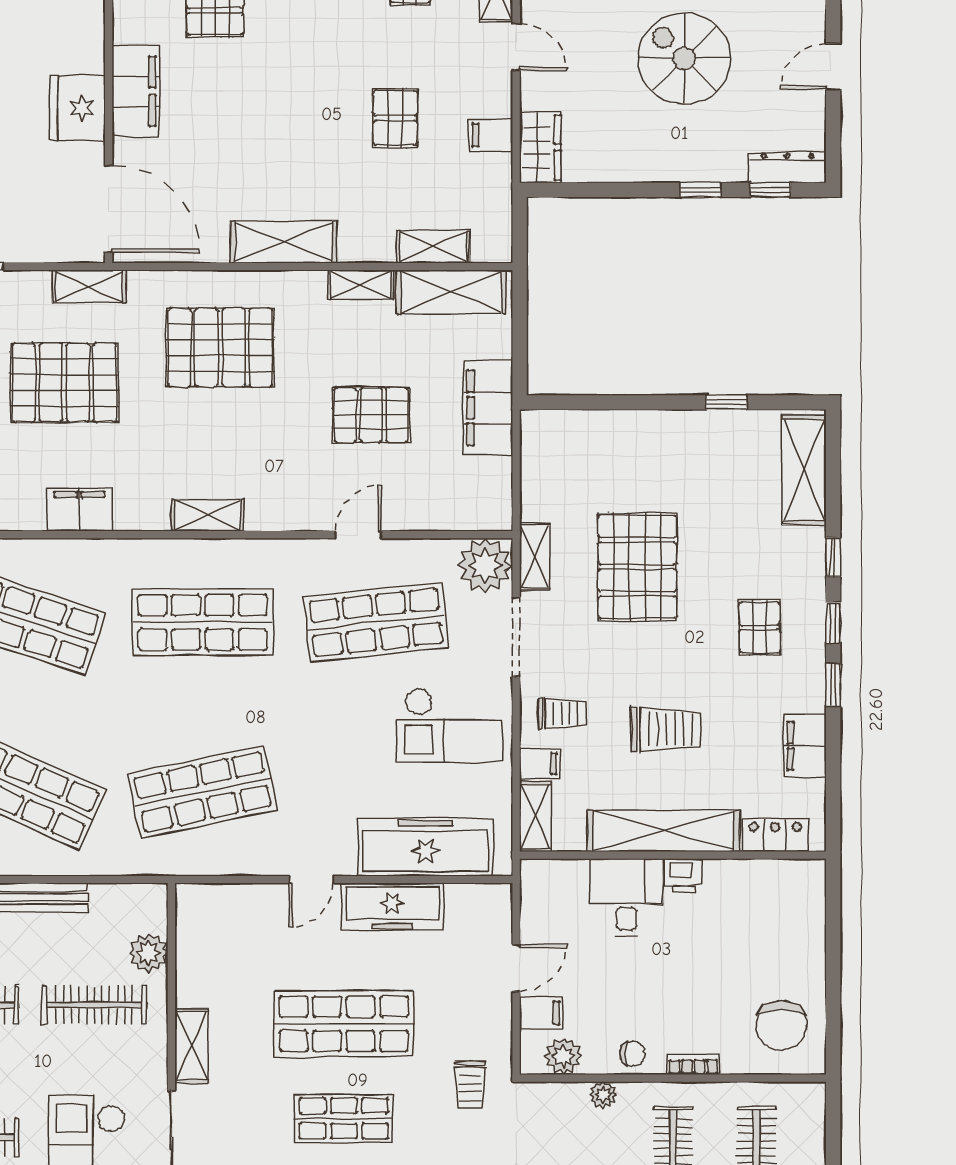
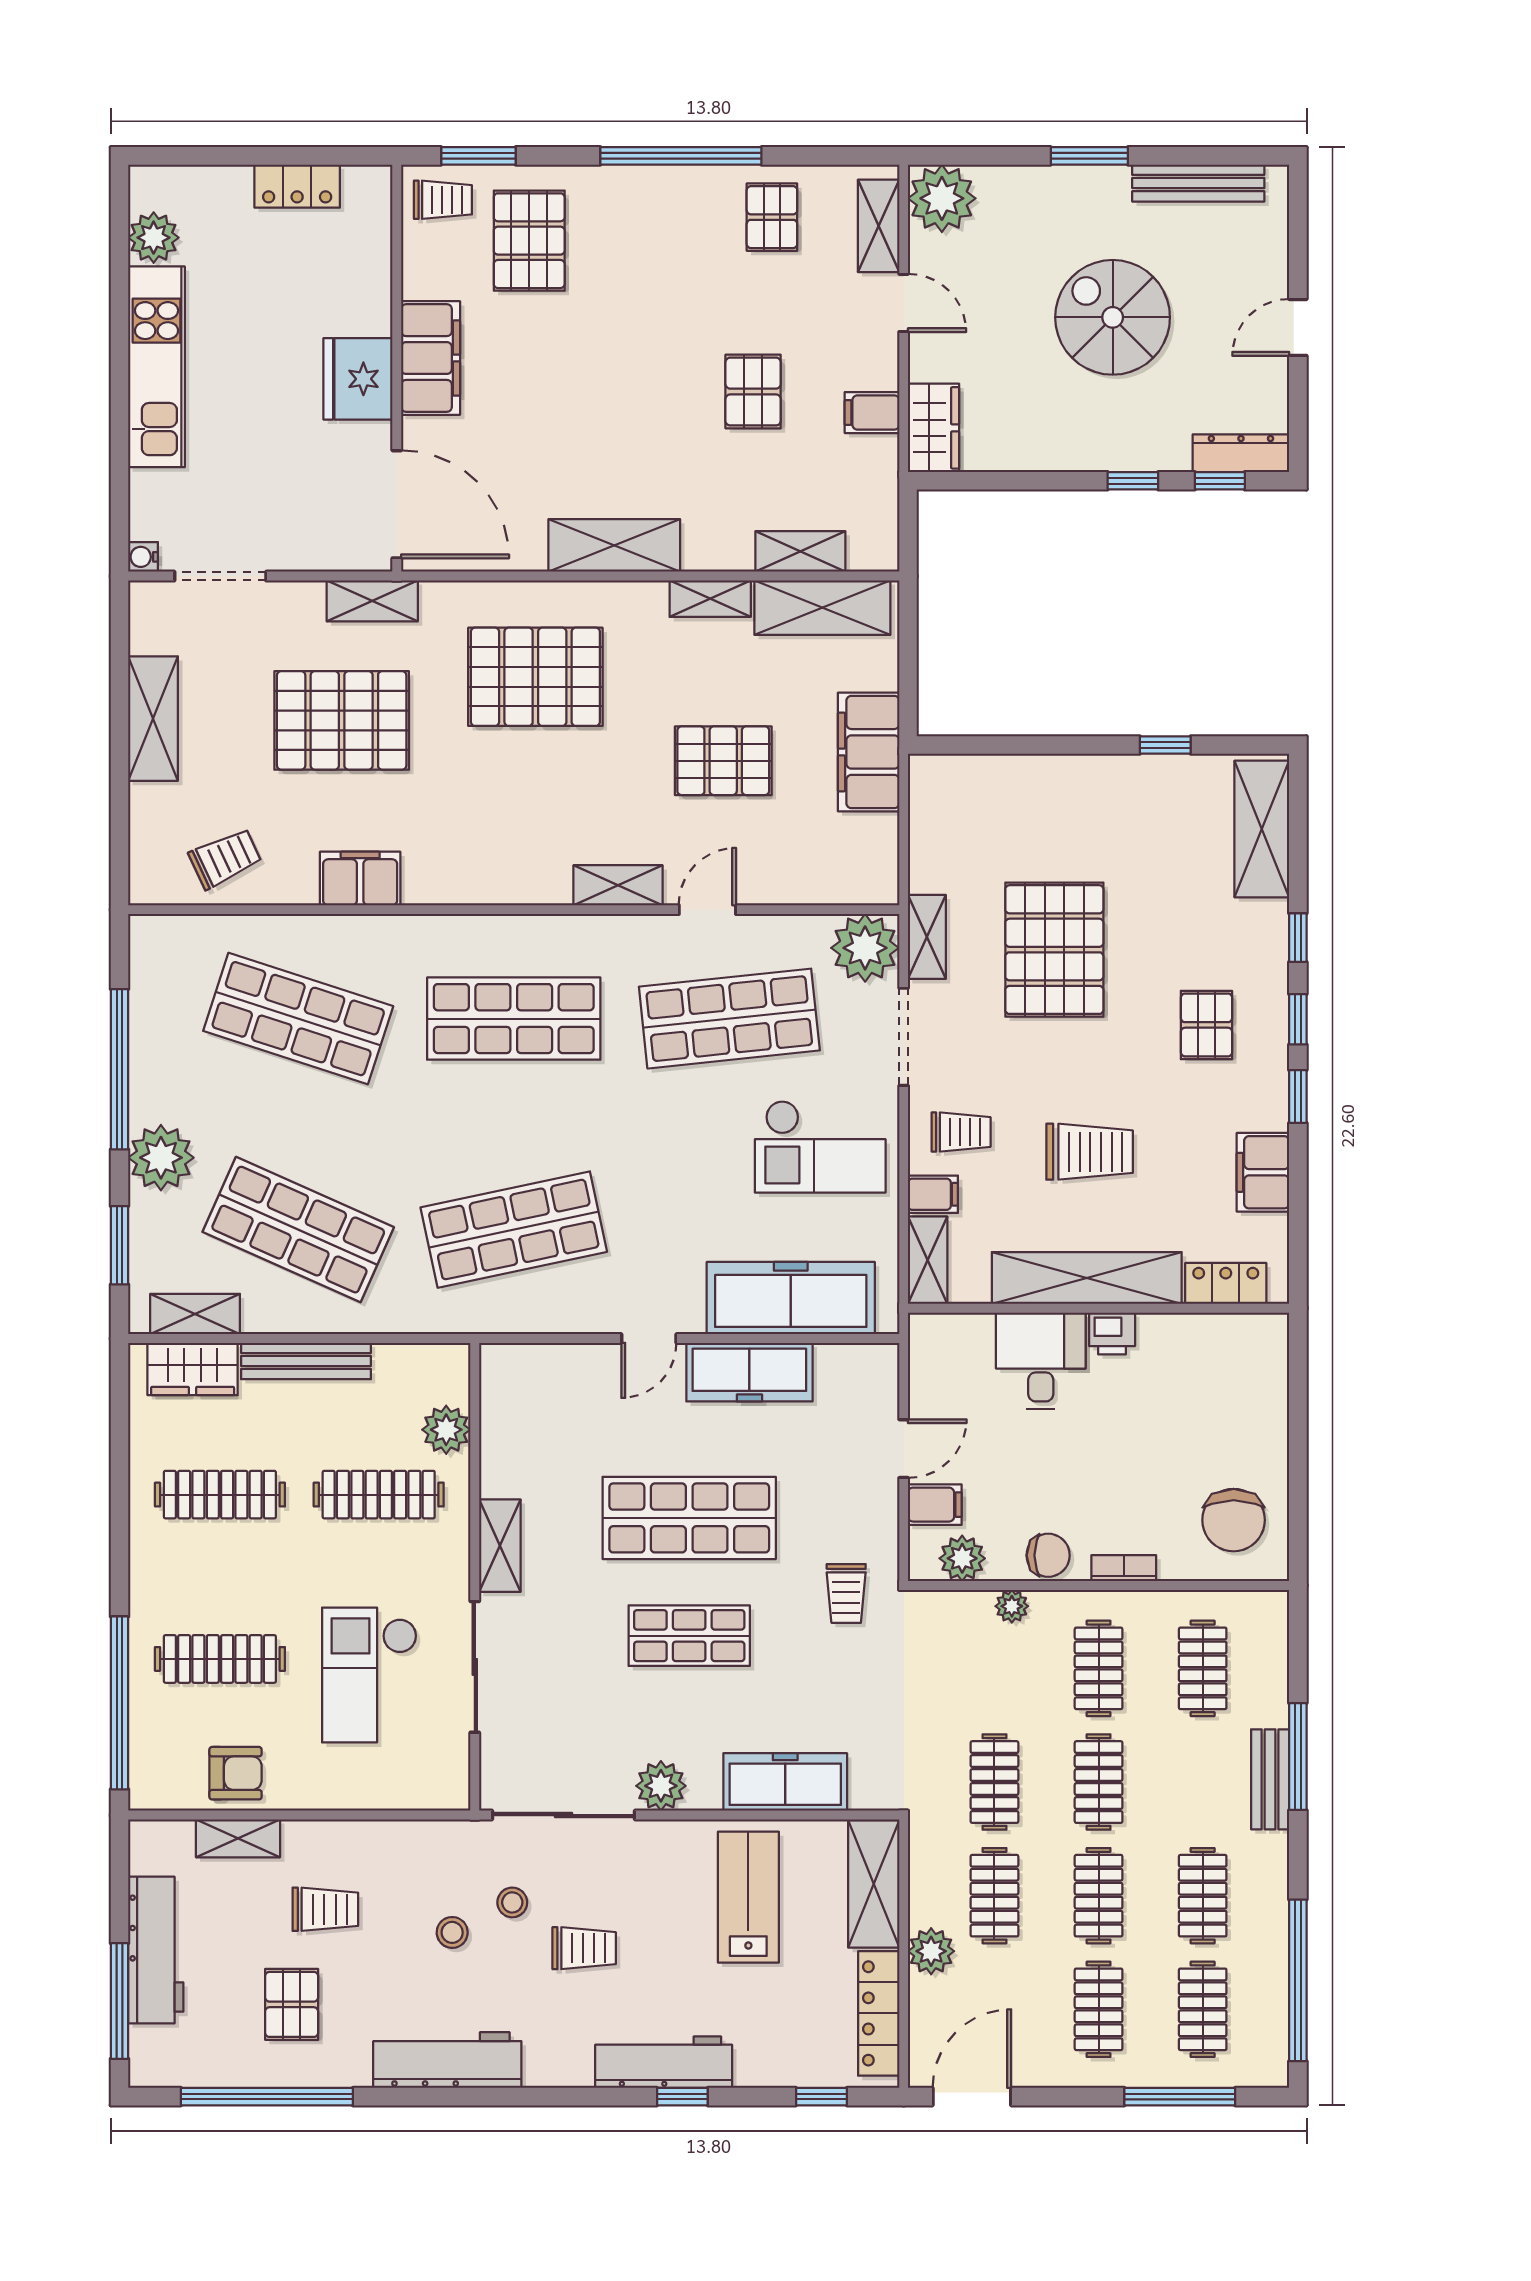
shelving: (208, 515) -> (618, 885), moved
chair: (632, 1054) -> (1048, 1555), width x1.37, depth x1.37

